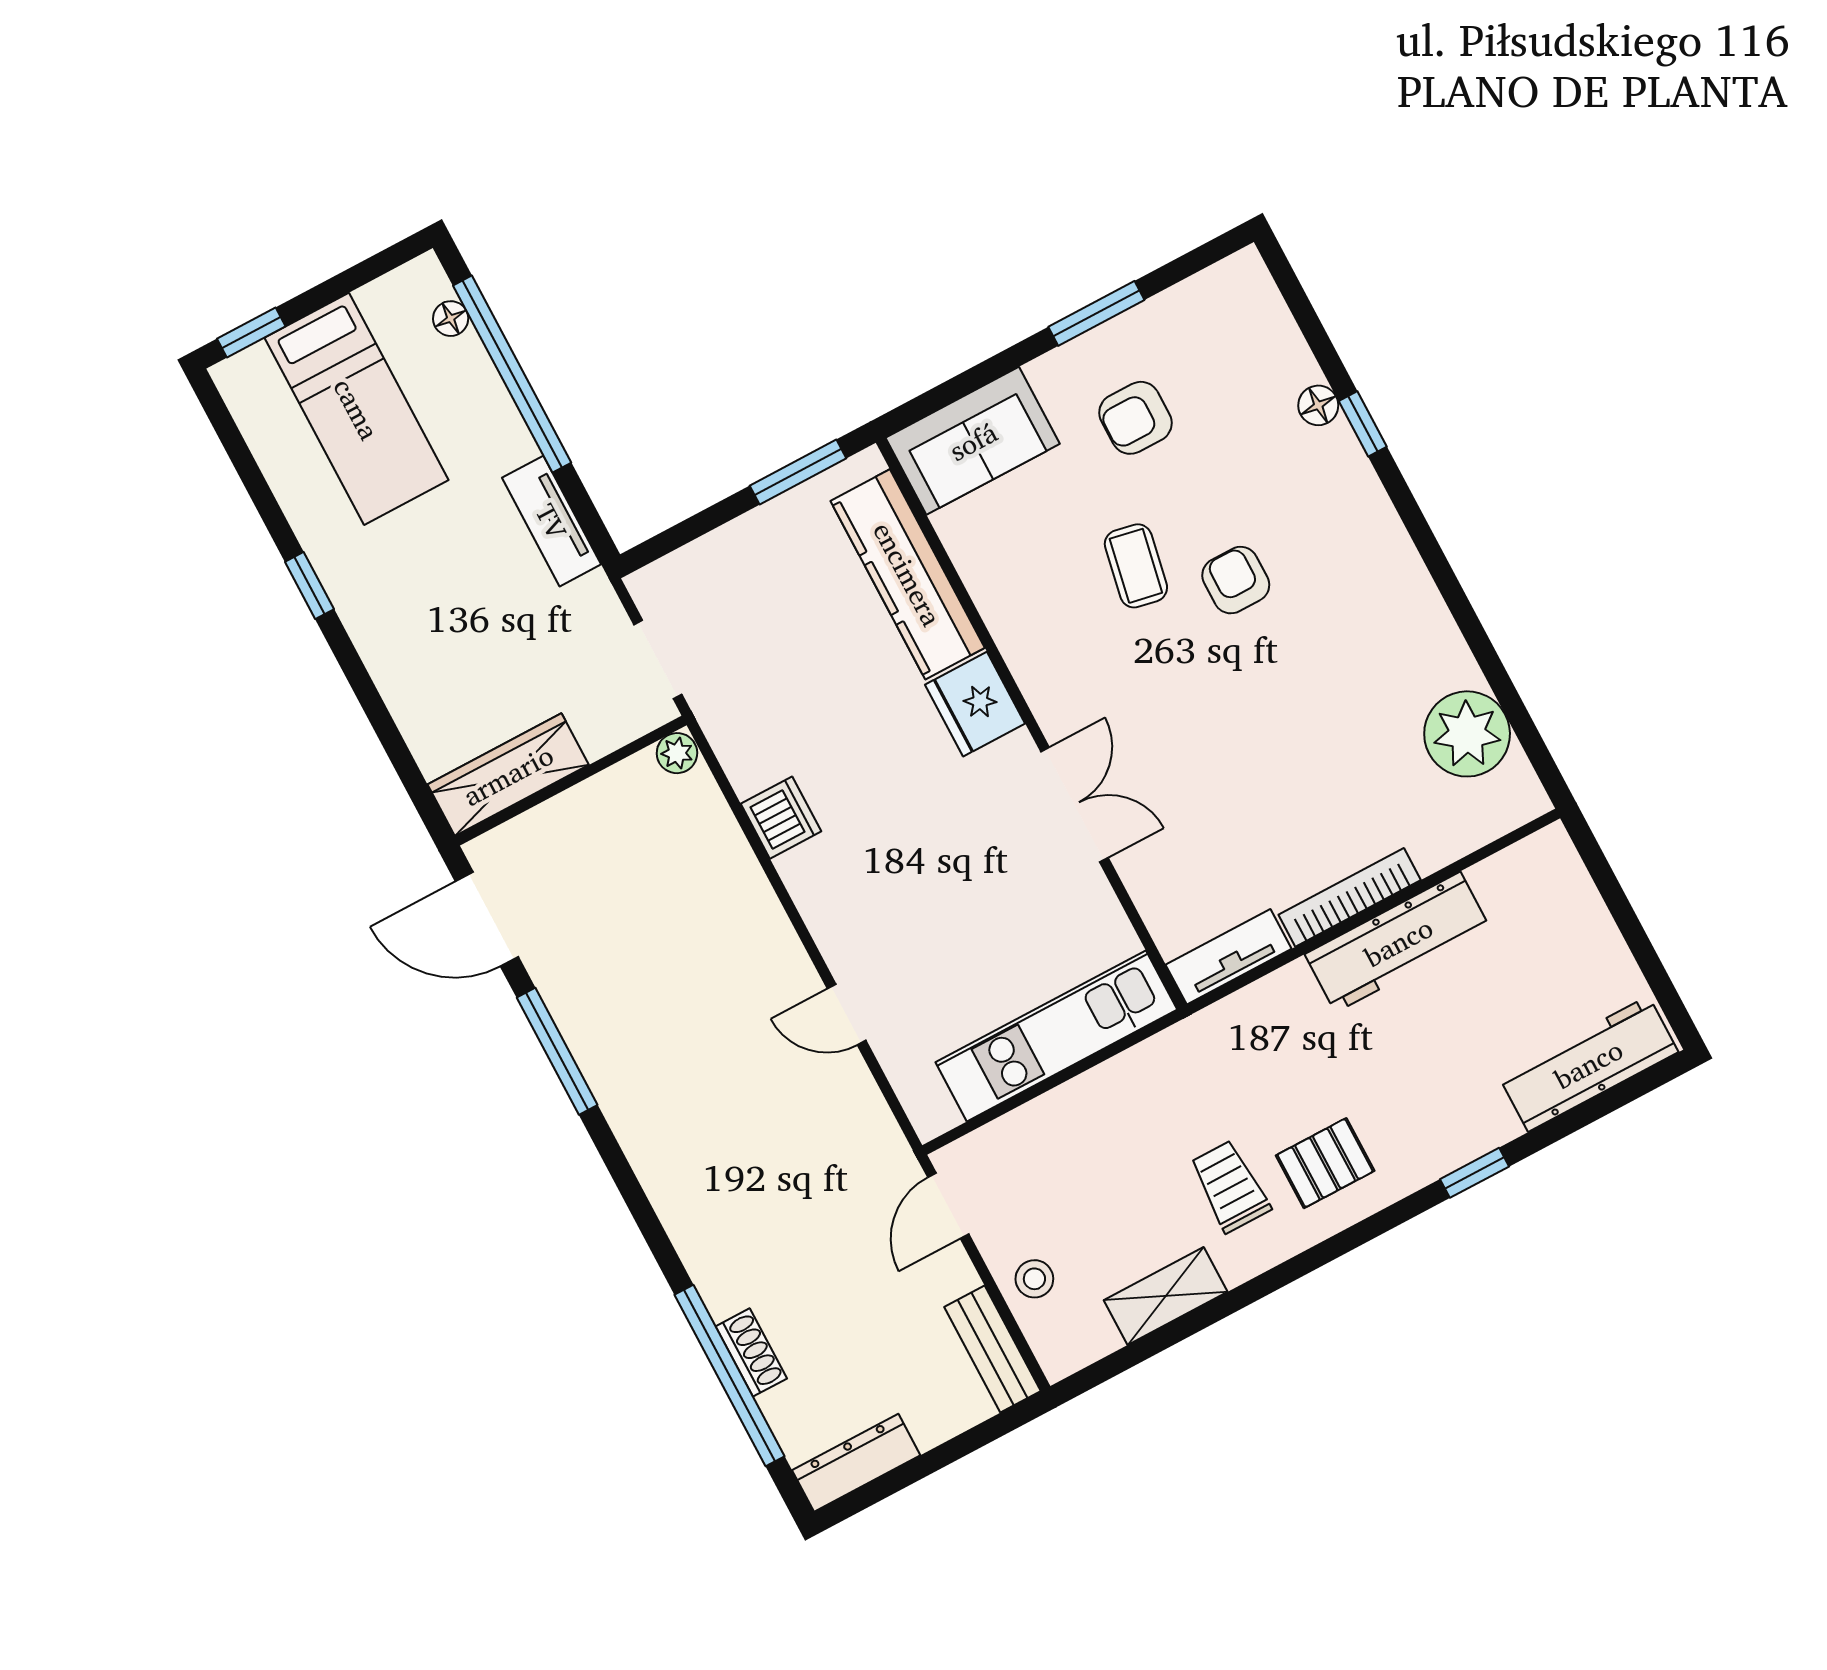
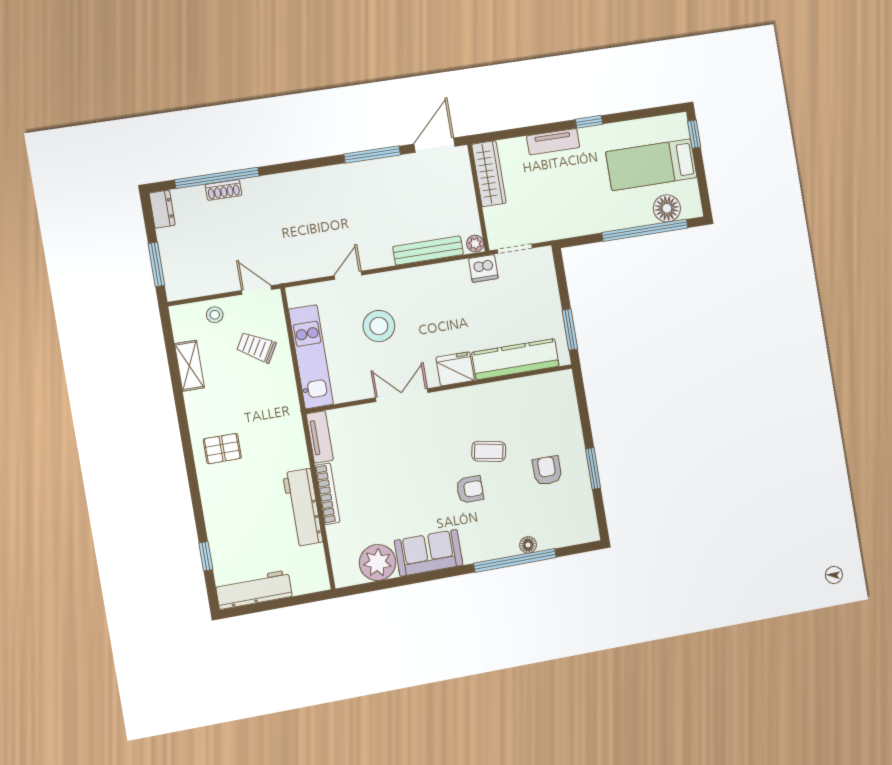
floor lamp: (451, 319) -> (667, 208), width x1.89, depth x1.89
window: (1363, 424) -> (515, 560), width x3.17
sofa: (973, 441) -> (429, 553), moved, turned 90
tv unit: (552, 521) -> (553, 142), moved, turned 180
double door: (1074, 805) -> (402, 395), swing flipped
dishwasher: (781, 818) -> (483, 268), moved
stool: (937, 908) -> (379, 326), added
workbench: (1588, 1064) -> (254, 590), moved, turned -90
pallet: (1325, 1163) -> (222, 449), turned 90
window: (1474, 1173) -> (206, 556), moved
trolley: (1230, 1186) -> (256, 347), moved, turned -150
bench: (993, 1349) -> (428, 251), moved, width x1.36
window: (966, 1443) -> (156, 264), added
dresser: (856, 1463) -> (162, 209), width x0.70

